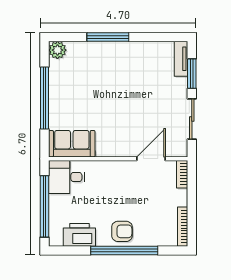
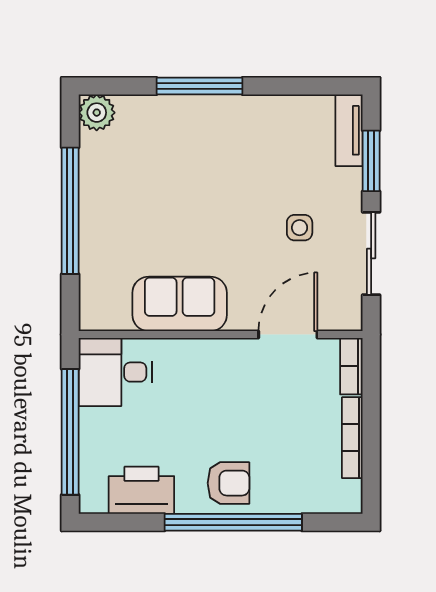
side table: (157, 106) -> (300, 228), added
sofa: (72, 144) -> (180, 304), moved
bookcase: (183, 227) -> (352, 438), moved

